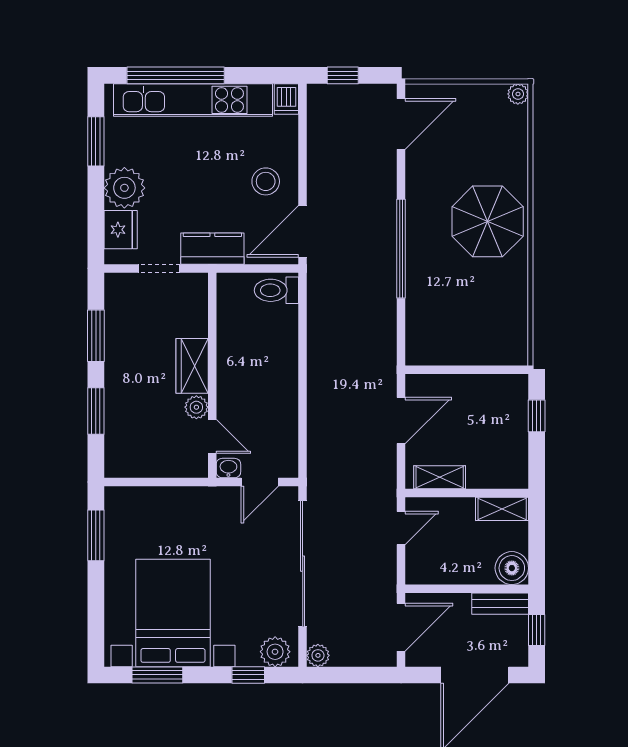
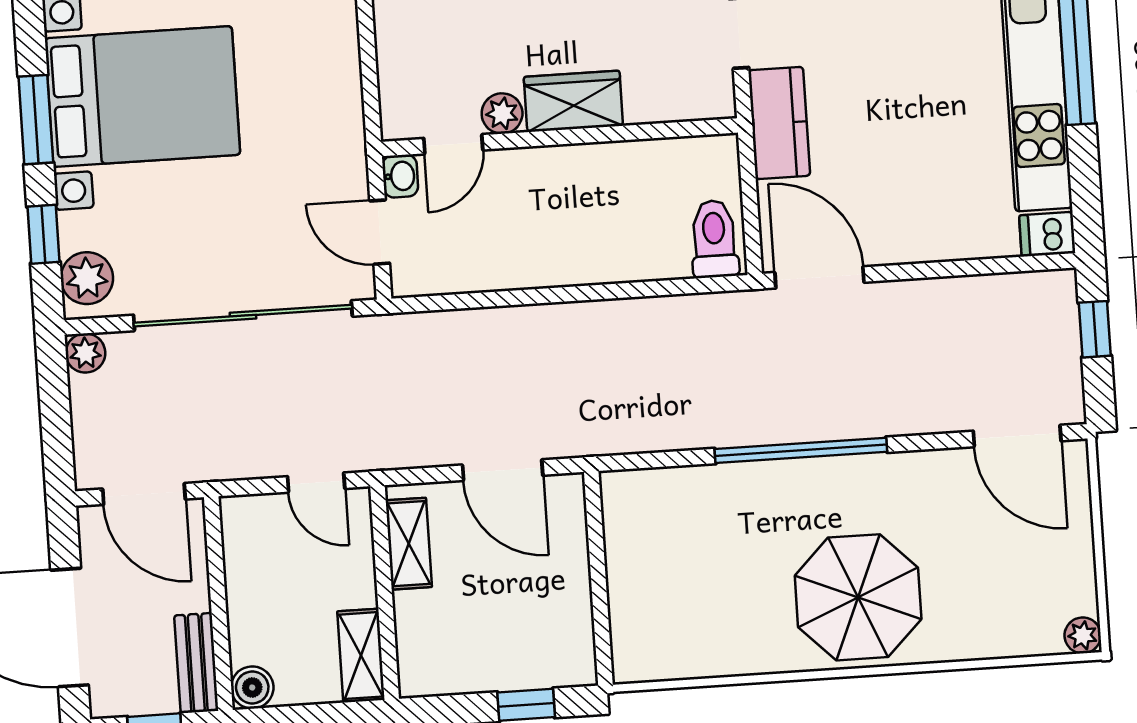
stool: (266, 181) -> (902, 208), removed
boiler: (512, 568) -> (252, 687), width x0.73, depth x0.73
window: (157, 675) -> (36, 120), moved

